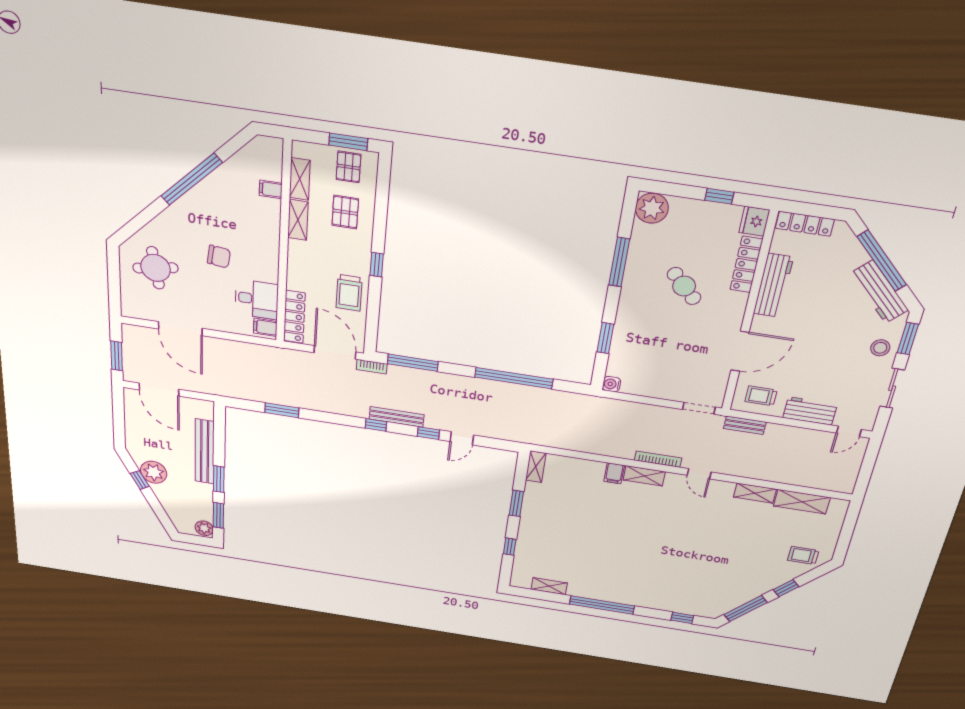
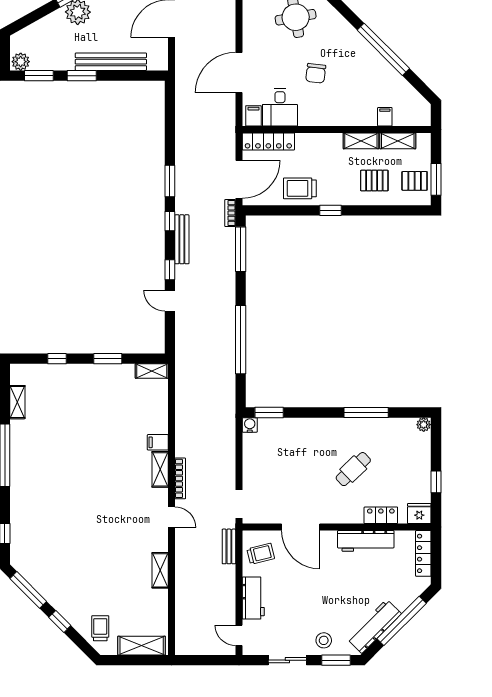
plant: (652, 208) -> (424, 425), width x0.53, depth x0.53
locker: (746, 264) -> (381, 515), width x0.66
door: (180, 329) -> (239, 73), moved
window: (605, 338) -> (269, 412), moved
trolley: (761, 396) -> (261, 554), turned 76
window: (282, 410) -> (170, 181), moved
door: (699, 474) -> (172, 517), swing flipped
shelving: (802, 502) -> (142, 646), moved, turned 90

